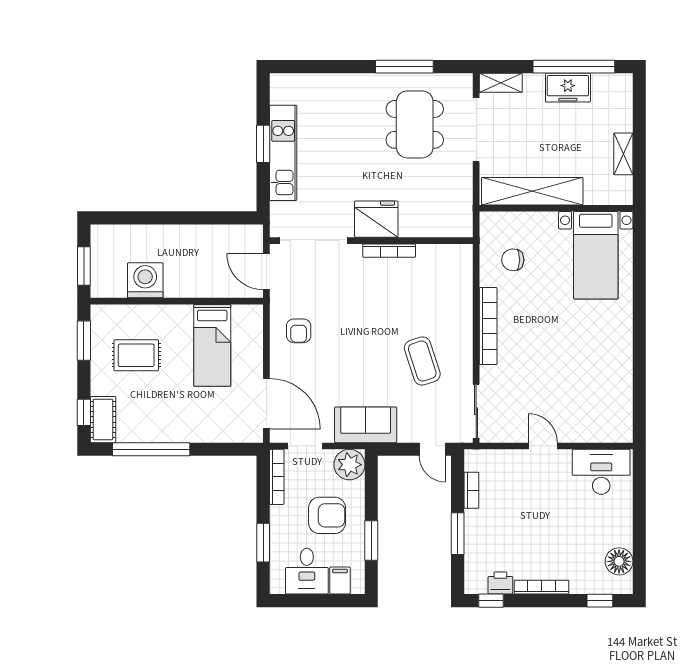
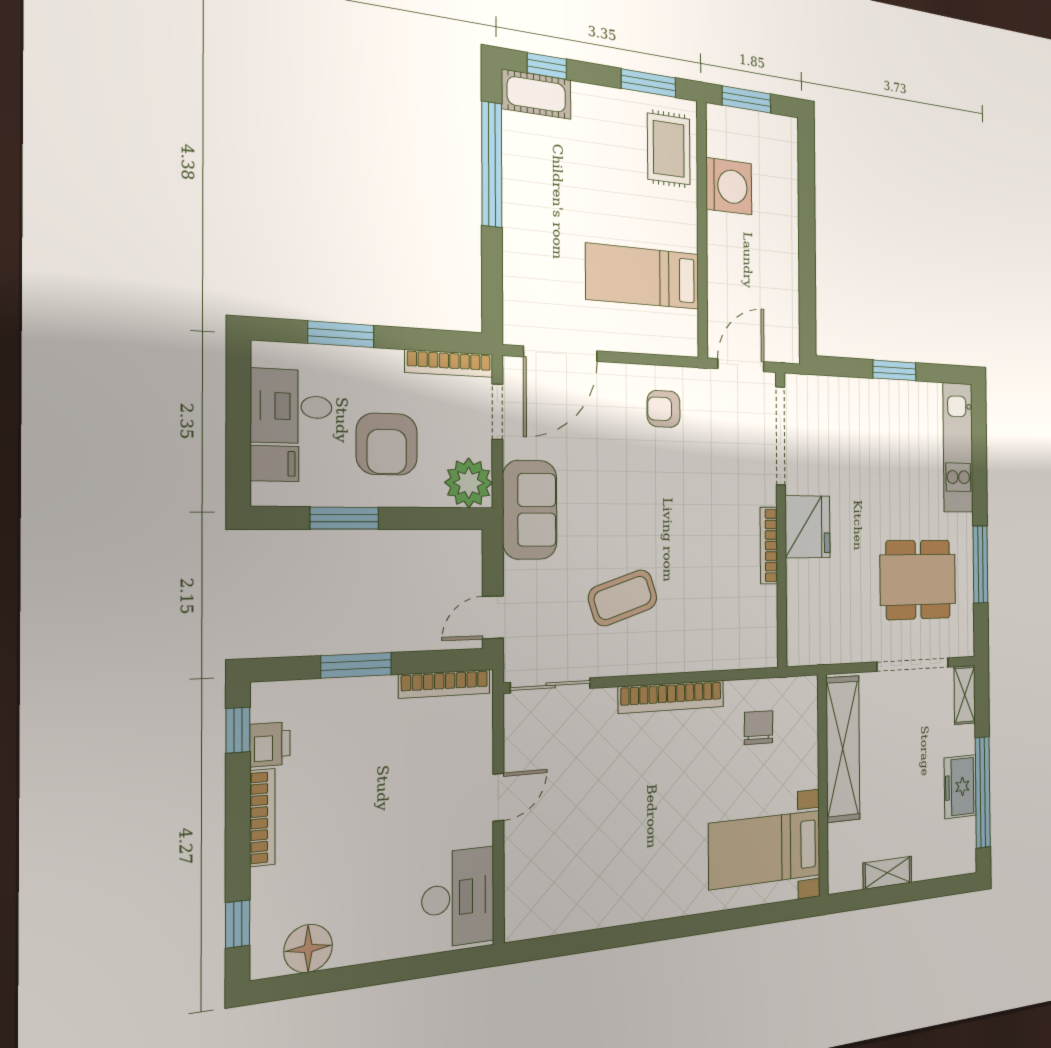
kitchen unit: (283, 153) -> (958, 448), moved, turned 90
rug: (136, 355) -> (669, 149), moved
bookcase: (471, 490) -> (445, 684), width x1.56

